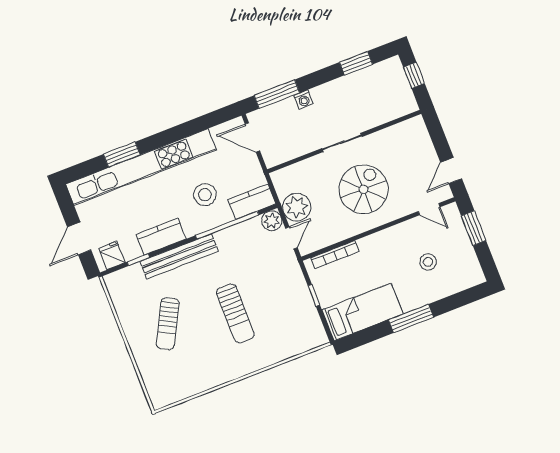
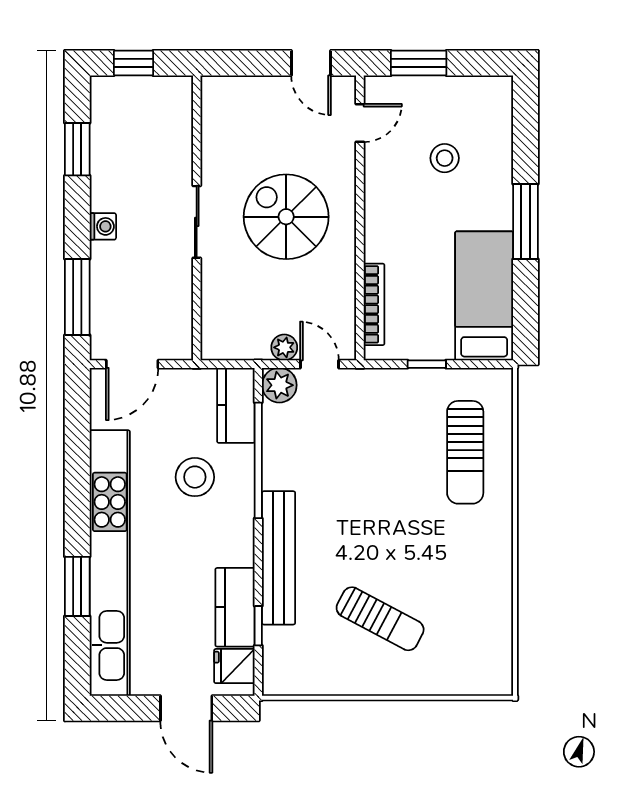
washing machine: (303, 99) -> (103, 226), moved
plant: (297, 207) -> (284, 347), width x0.53, depth x0.53
kitchen counter: (161, 237) -> (235, 607), moved
sun lounger: (235, 313) -> (465, 452), moved, turned 90

